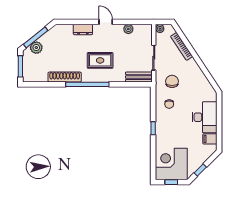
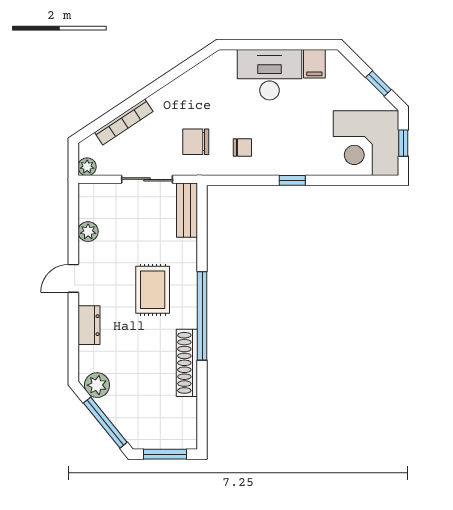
plant: (36, 48) -> (97, 385), moved

